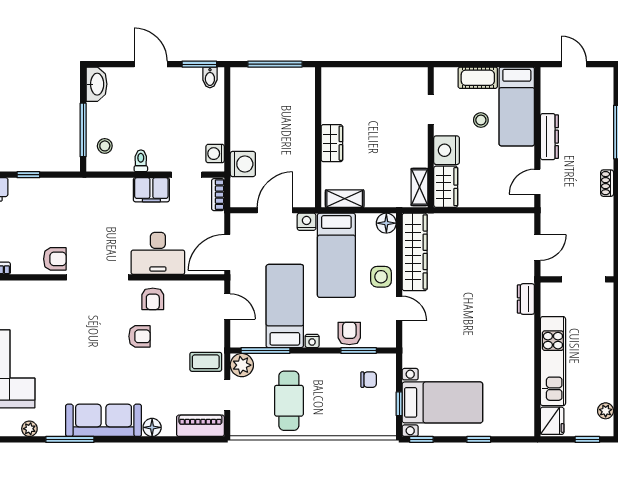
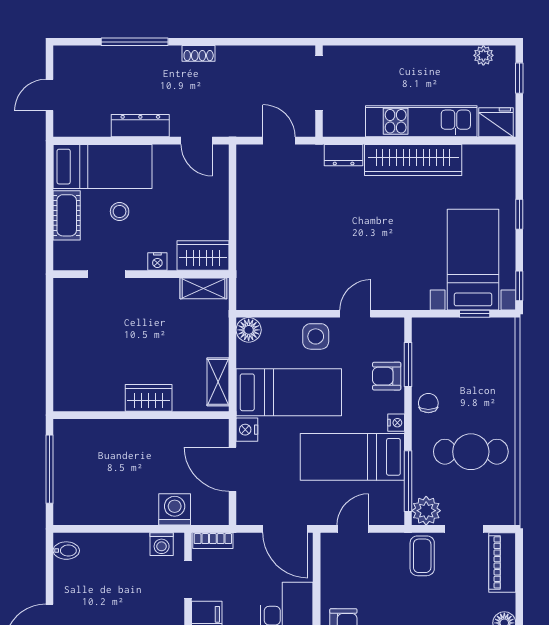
window: (199, 64) -> (50, 564), removed
nightstand: (447, 150) -> (157, 262), width x0.53, depth x0.56
wardrobe: (415, 252) -> (413, 160), moved, turned 180
chair: (369, 380) -> (428, 403), moved

